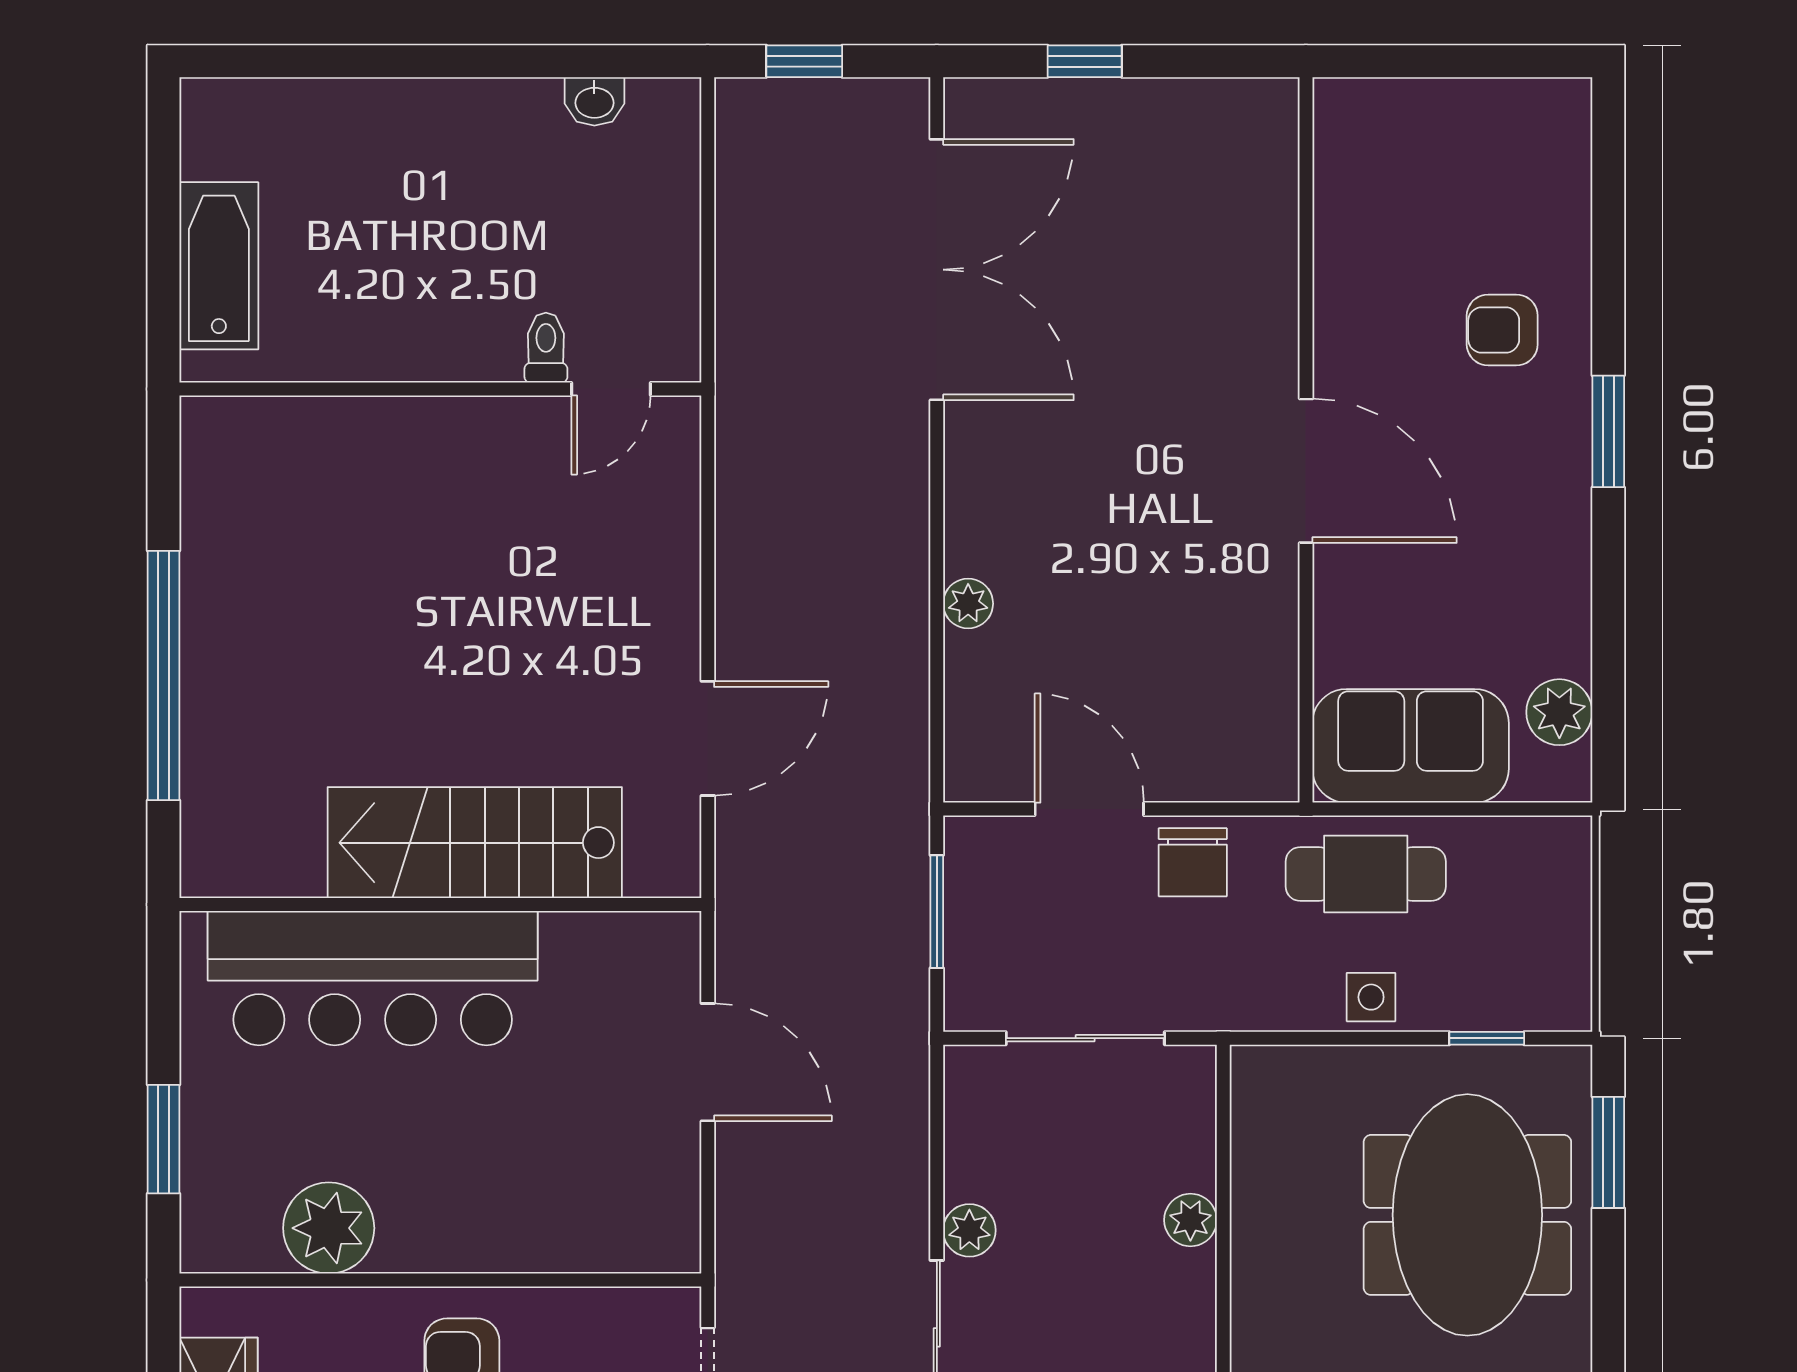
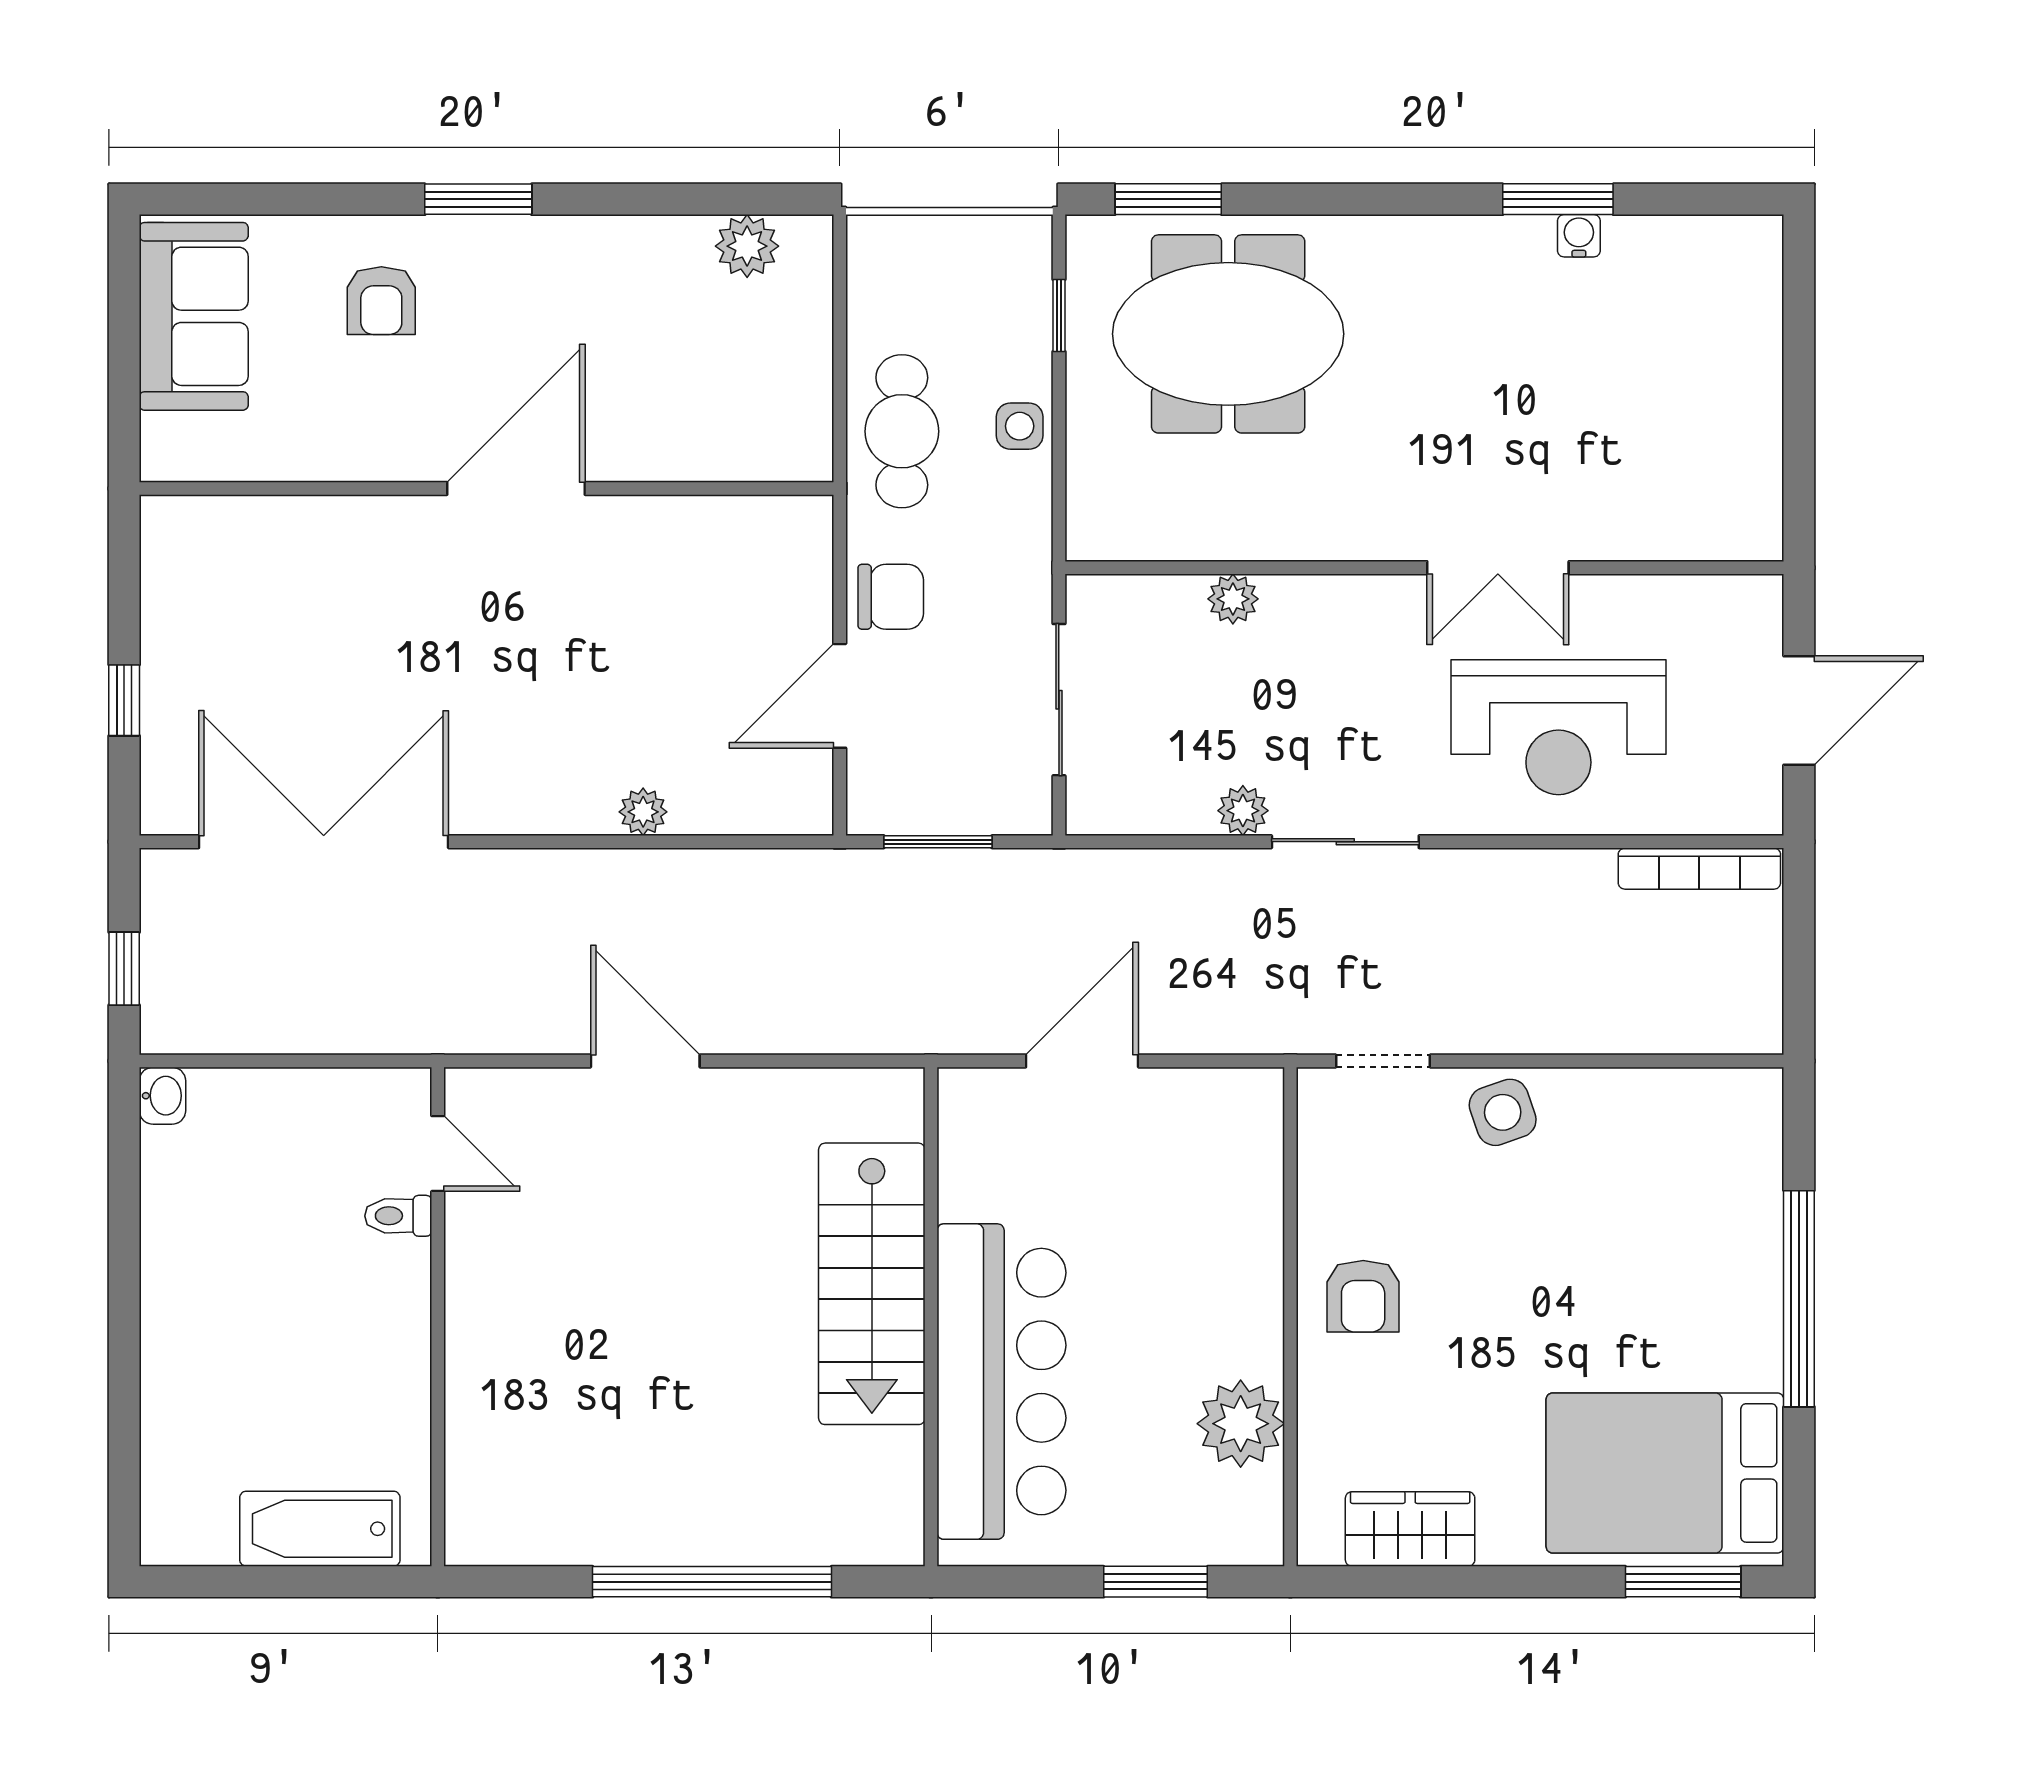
washbasin: (594, 101) -> (162, 1096), moved
door: (708, 738) -> (645, 1061), moved
sofa: (1411, 746) -> (194, 316), moved, turned 180

